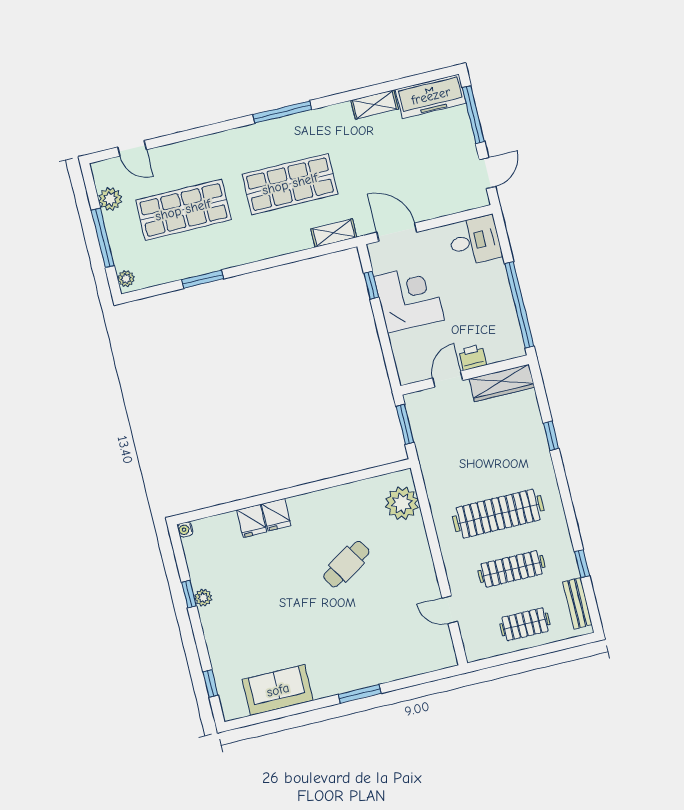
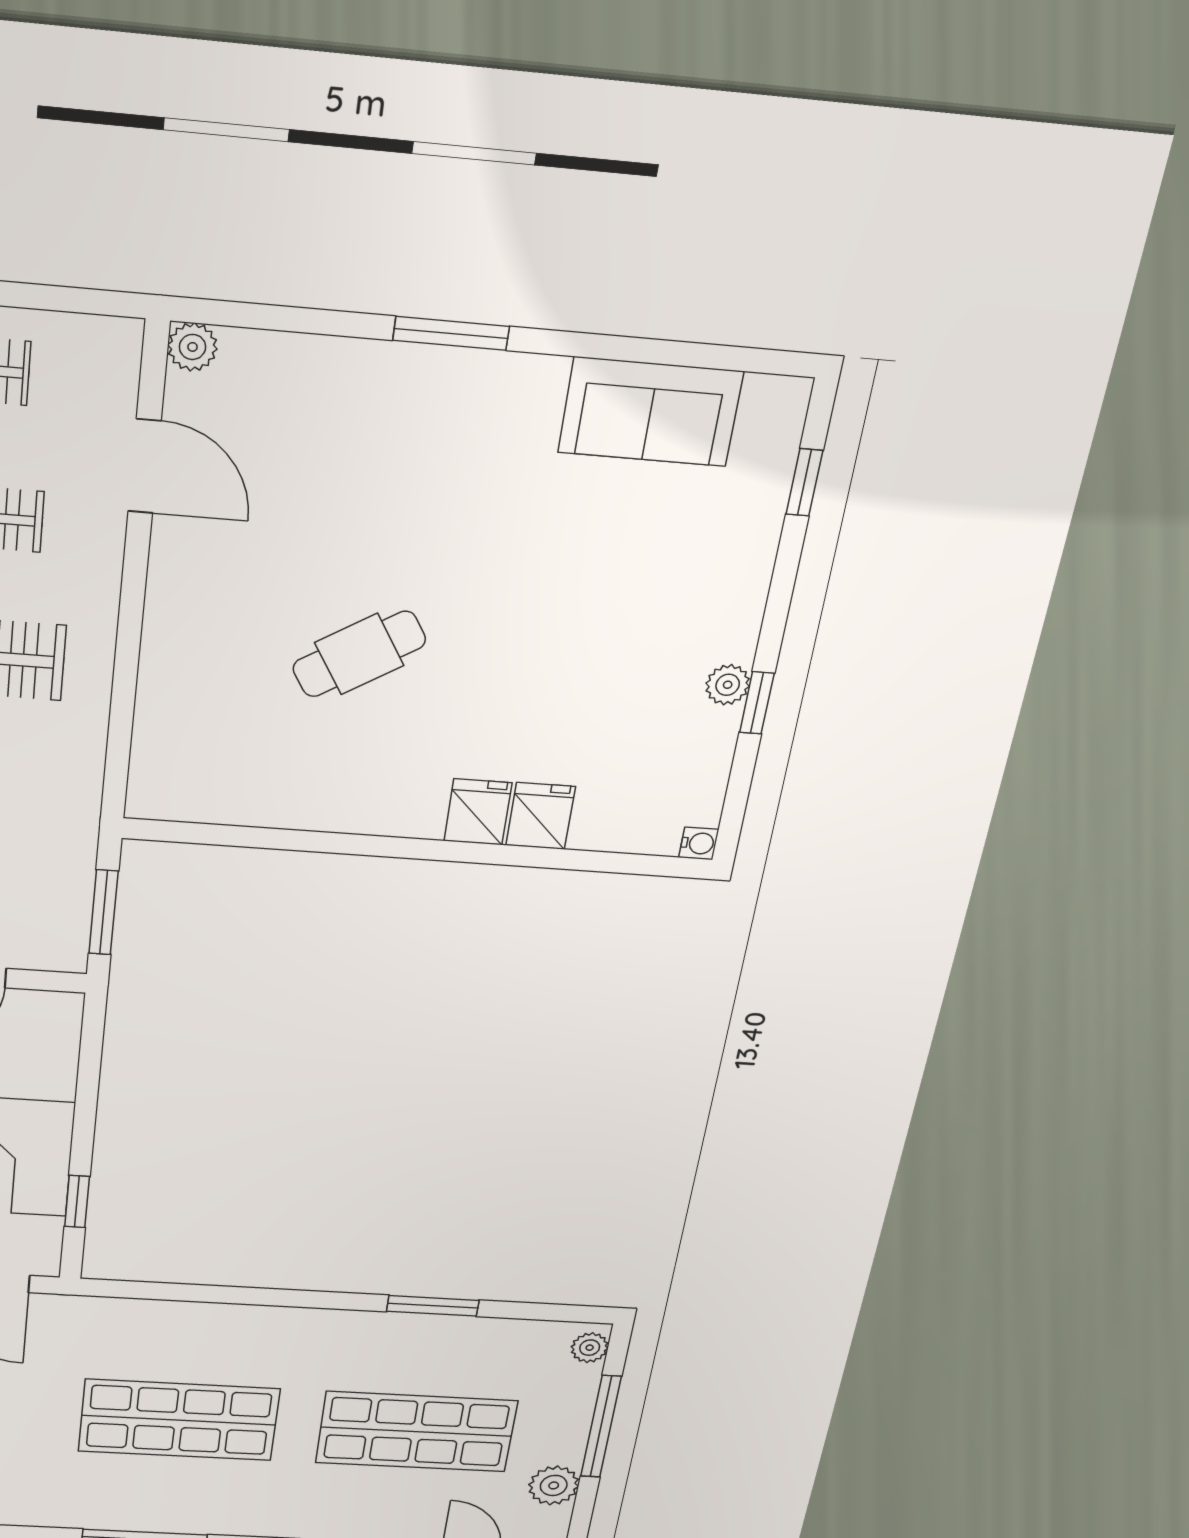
shelving: (334, 233) -> (121, 1315), removed
plant: (402, 503) -> (192, 347), moved, width x0.53, depth x0.53
door: (450, 610) -> (144, 466), width x1.38

